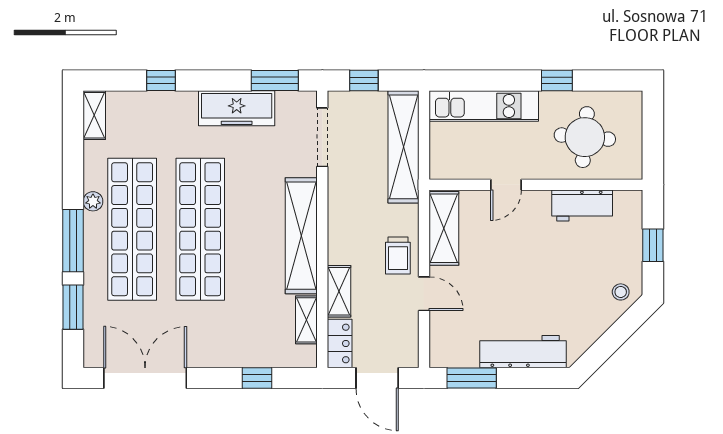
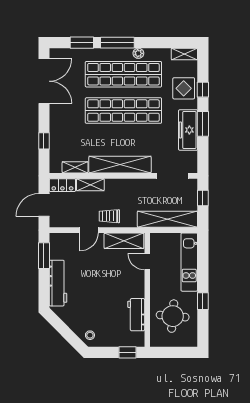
window: (275, 80) -> (203, 124), moved
display table: (159, 116) -> (184, 88), added
door: (506, 185) -> (147, 262), moved
window: (653, 245) -> (127, 352), moved

